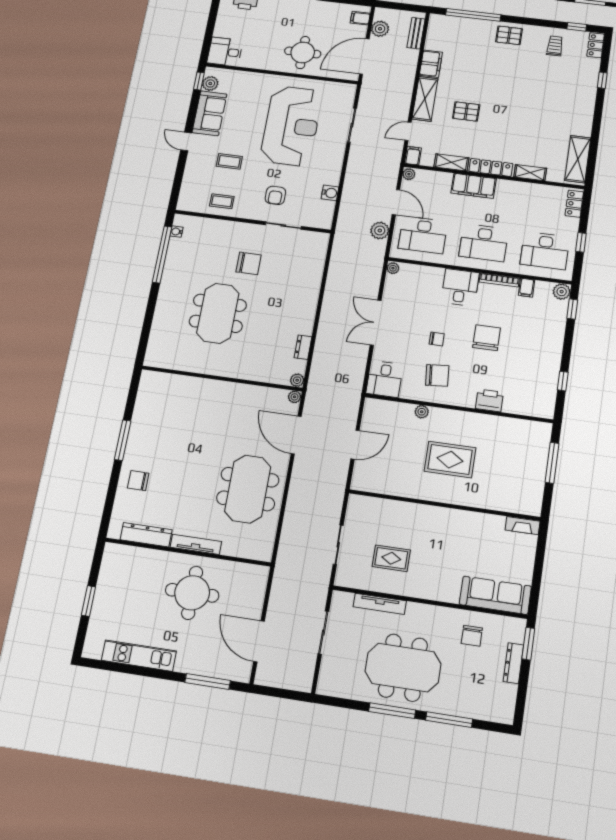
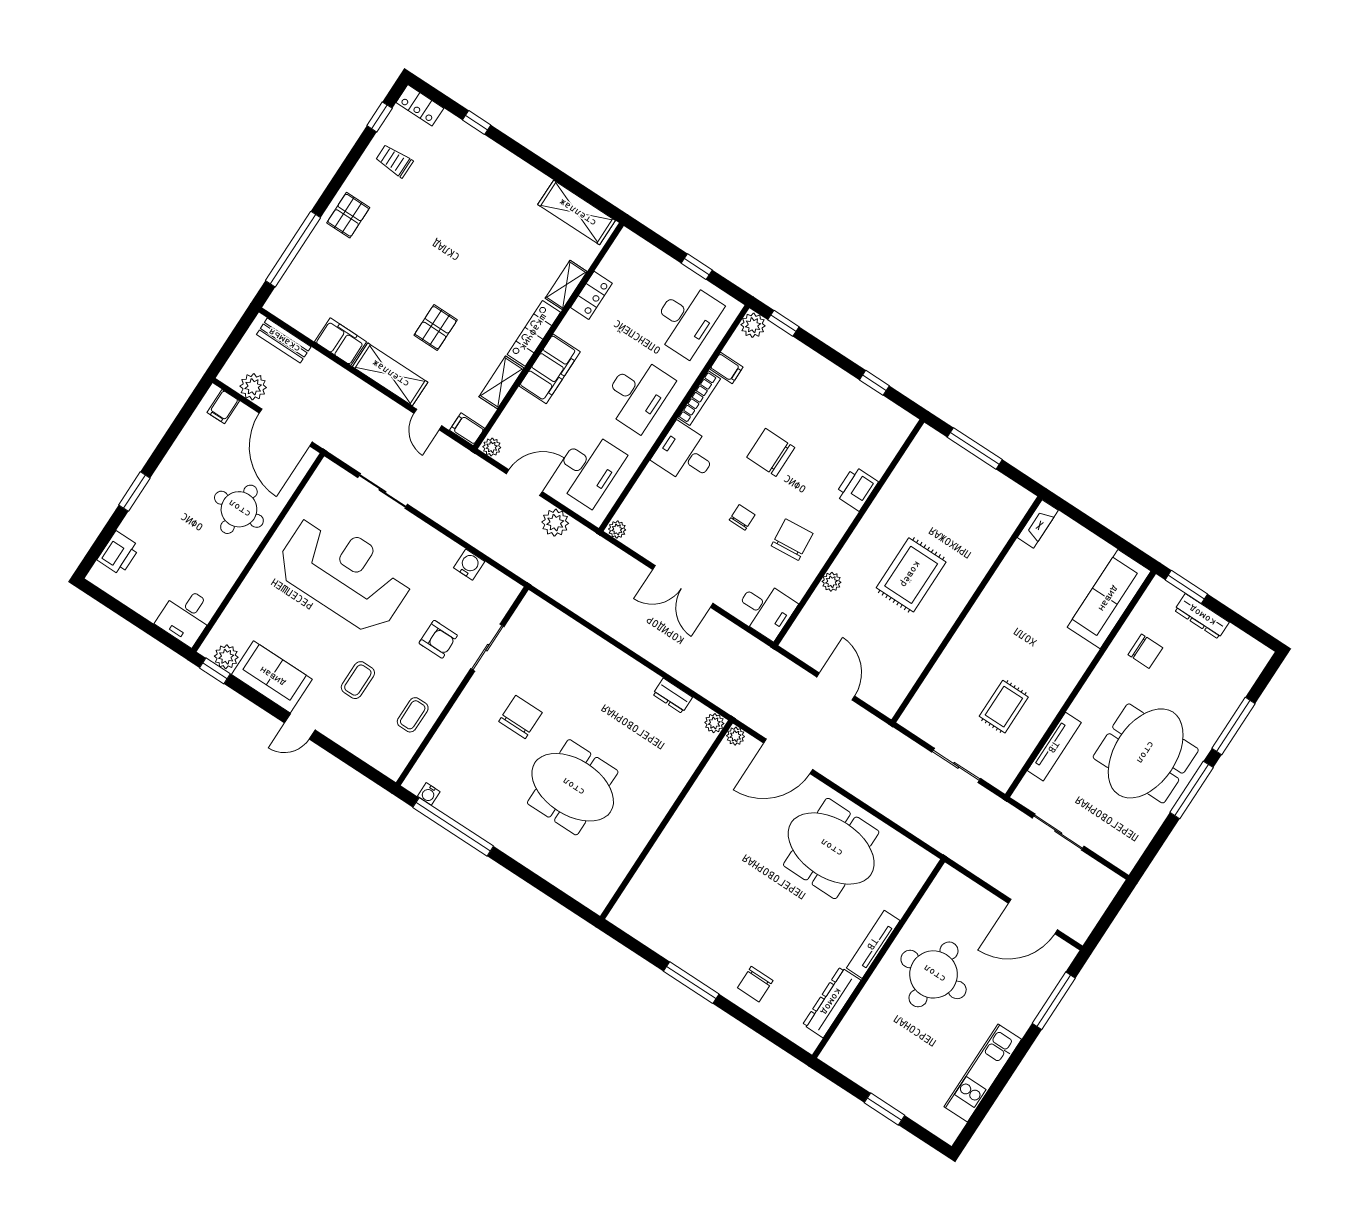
locker: (574, 204) -> (591, 295), moved, turned -90

